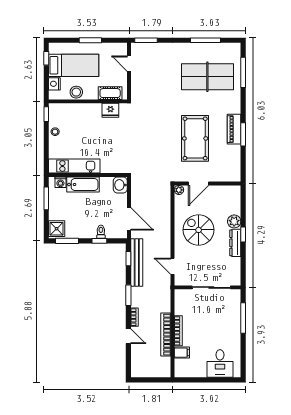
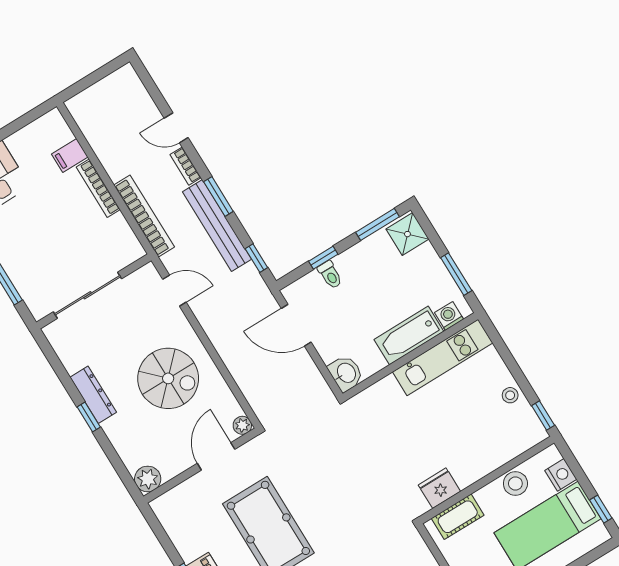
plant: (234, 221) -> (148, 479), moved
bench: (137, 262) -> (217, 225), moved
bookcase: (166, 335) -> (144, 216), moved

